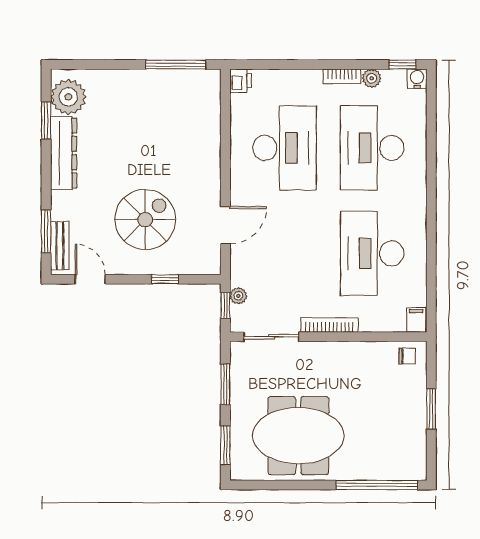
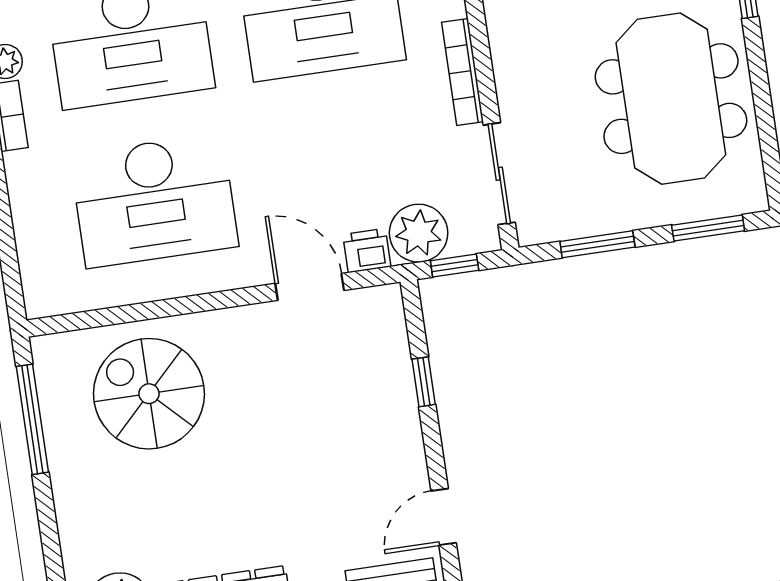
printer: (240, 81) -> (367, 250), moved
desk: (284, 148) -> (154, 201), turned 180
spiral stairs: (145, 220) -> (149, 394), moved
plant: (238, 296) -> (419, 233), width x1.87, depth x1.87

